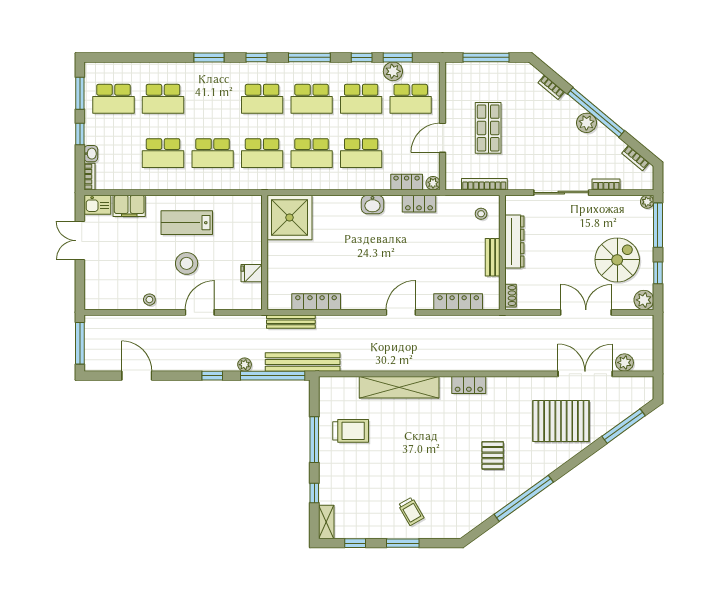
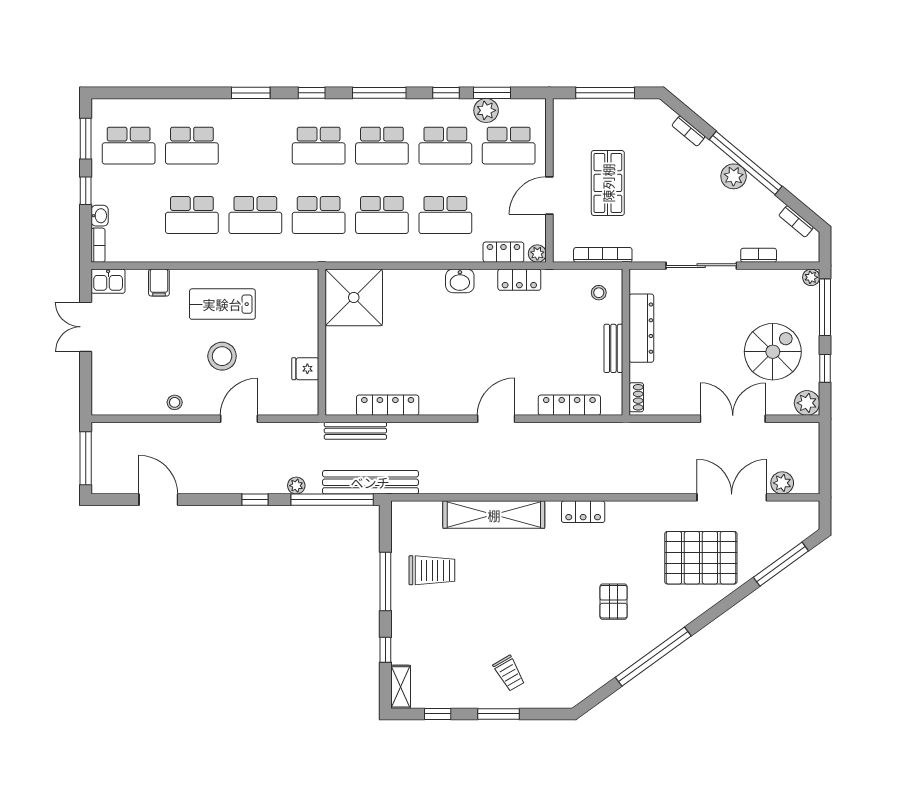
filing cabinet: (129, 206) -> (159, 283), width x0.50

